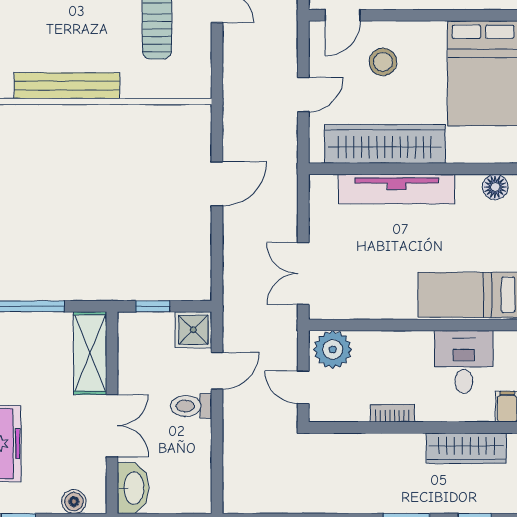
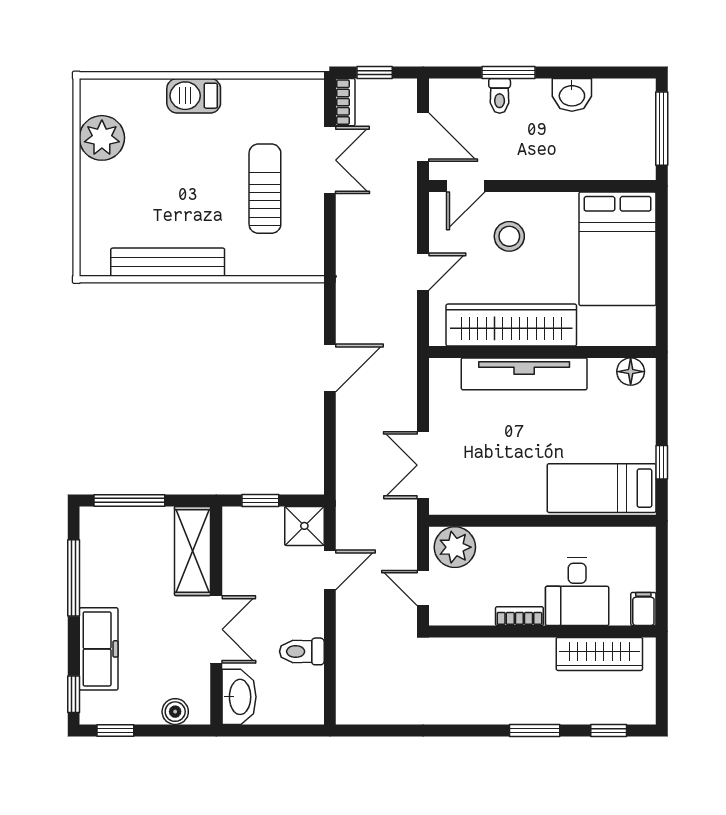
desk: (464, 362) -> (577, 592), moved, turned 180
toilet: (191, 406) -> (302, 651), moved

